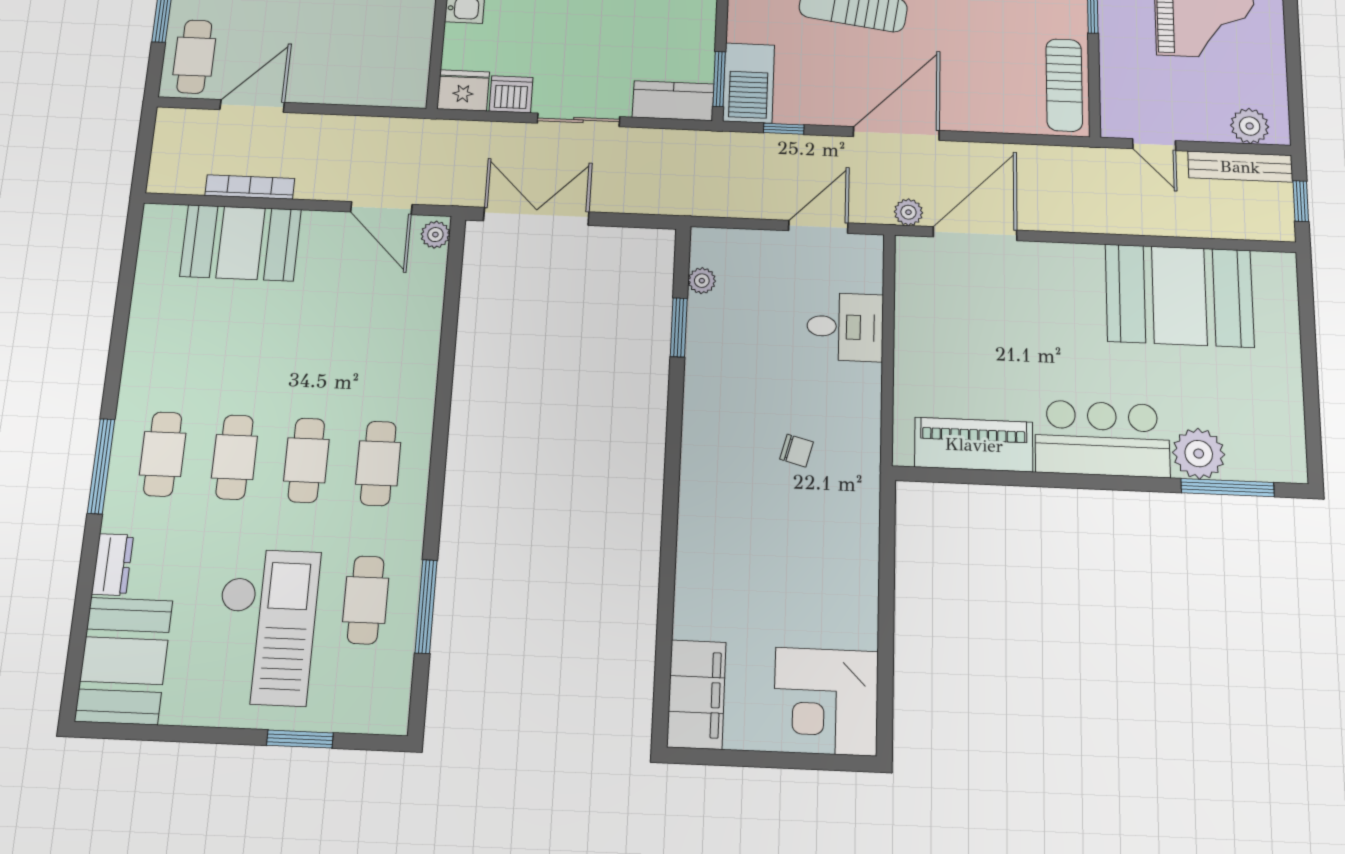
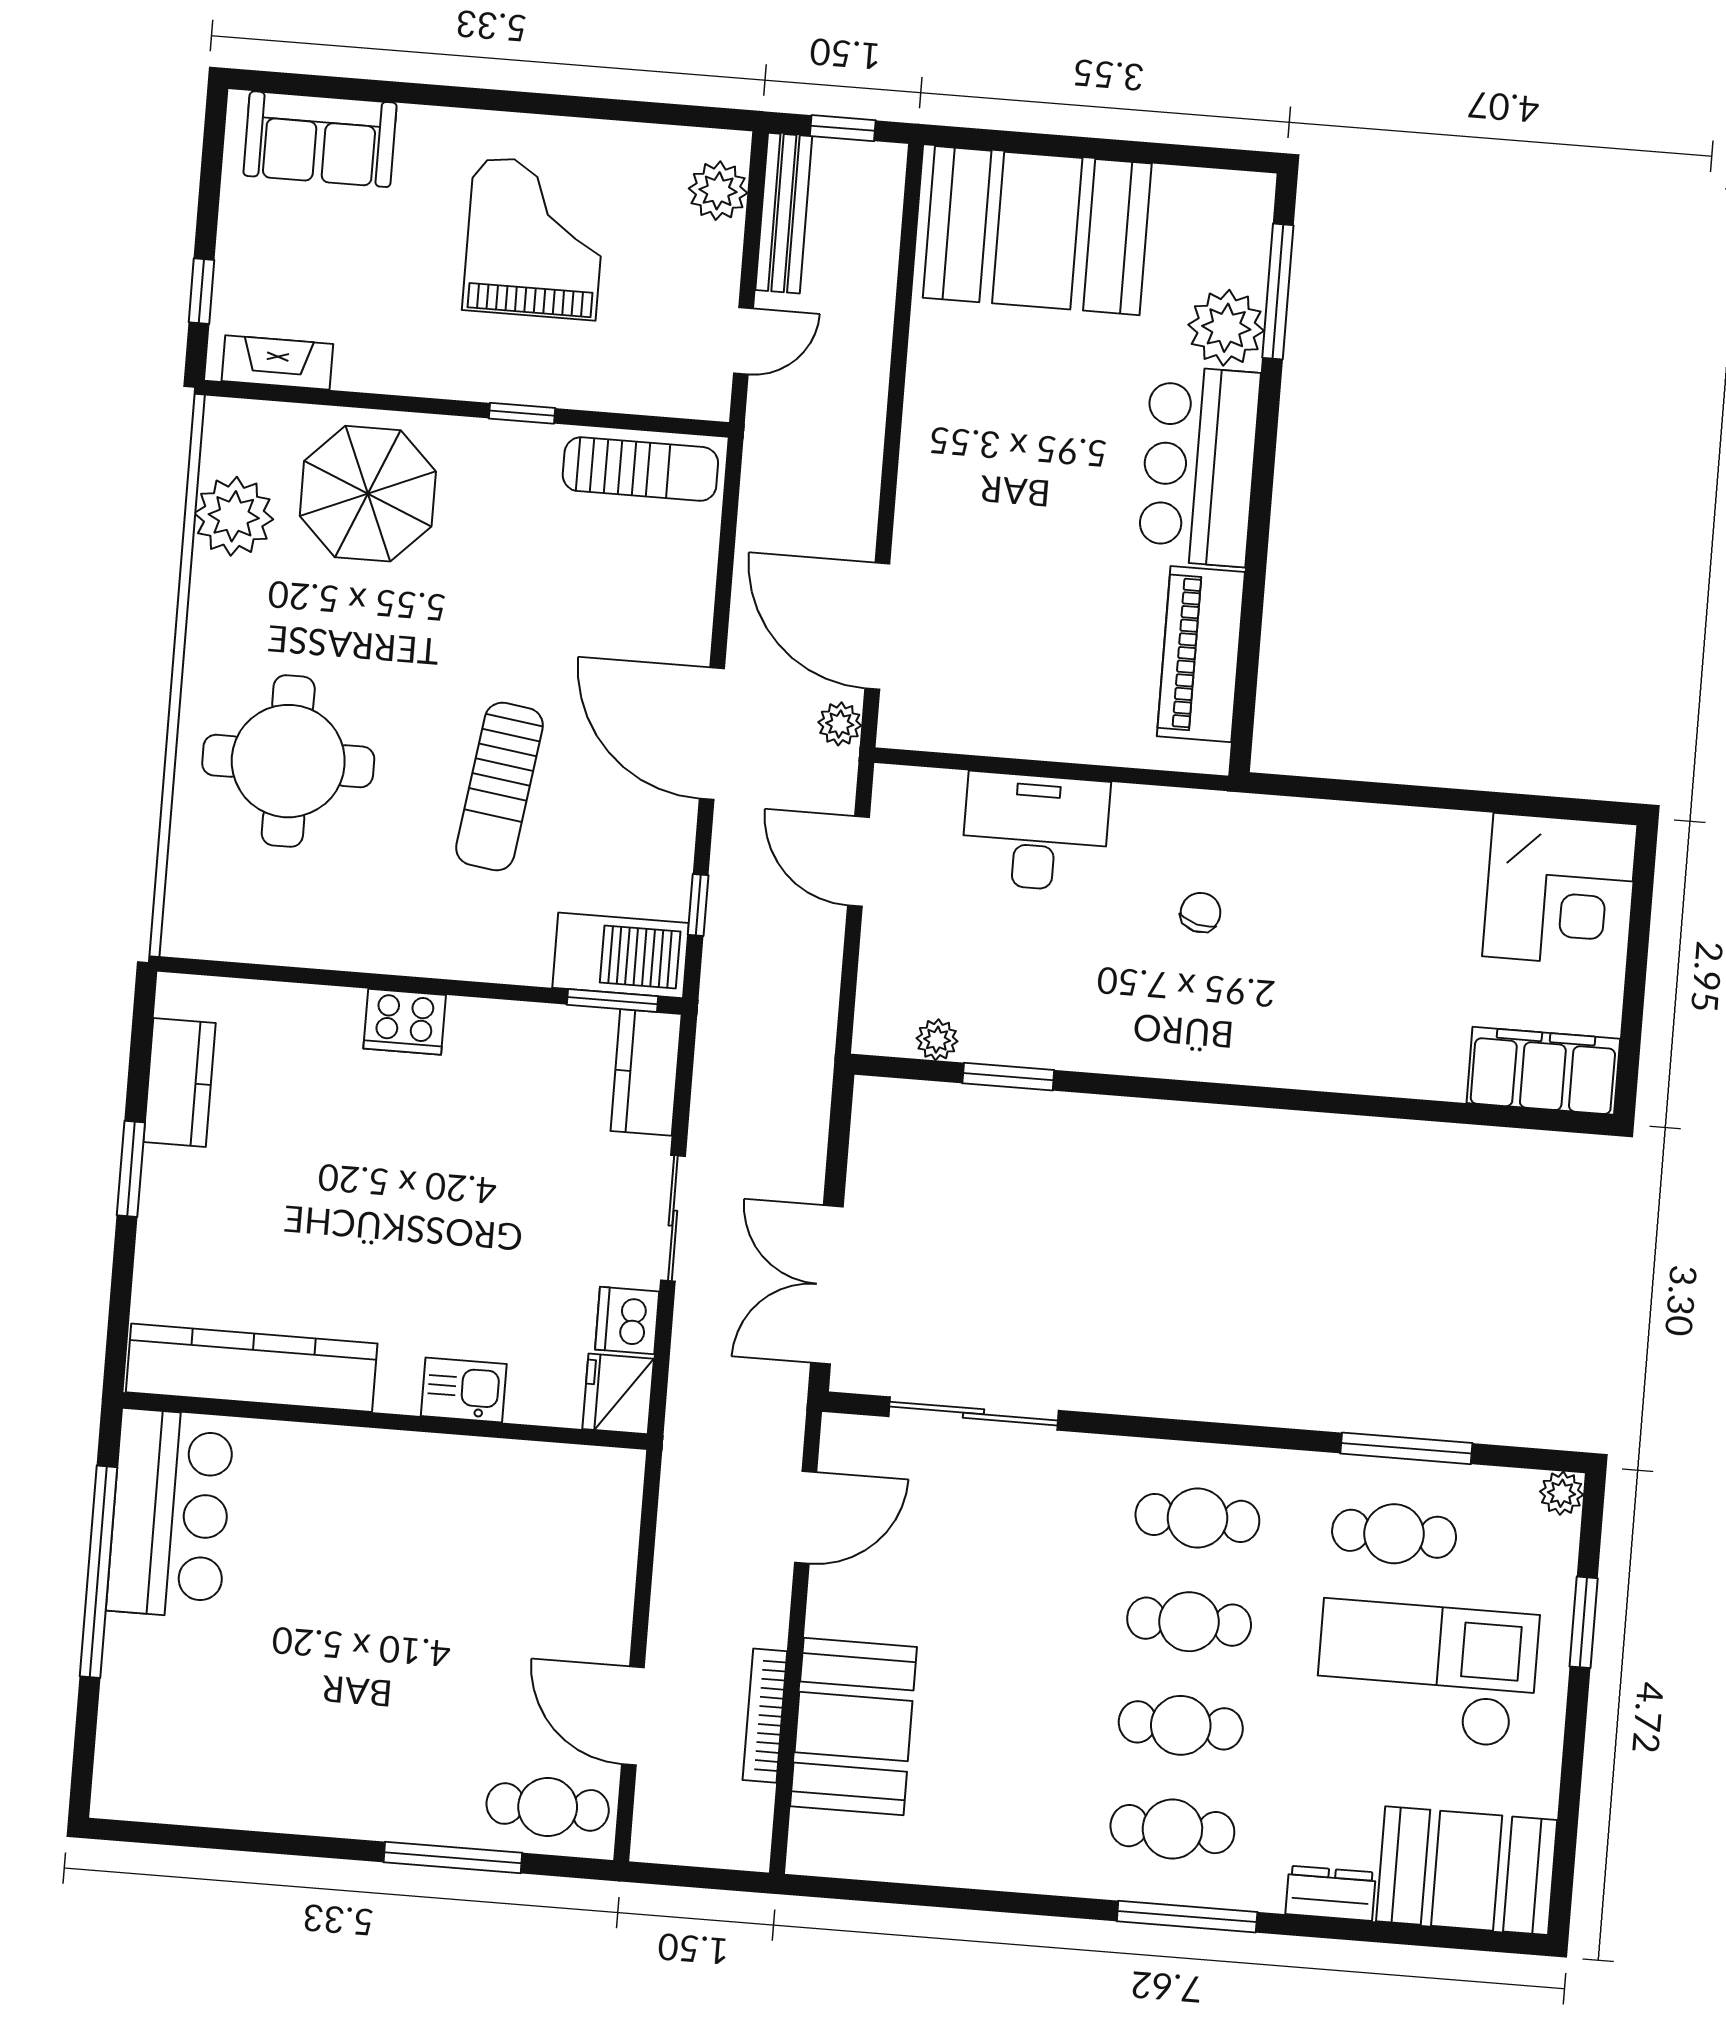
plant: (435, 235) -> (1562, 1493), moved
booth: (1179, 296) -> (1037, 231), moved, turned 90
sliding door: (450, 313) -> (973, 1414), added
desk: (845, 327) -> (1036, 832), width x1.37

